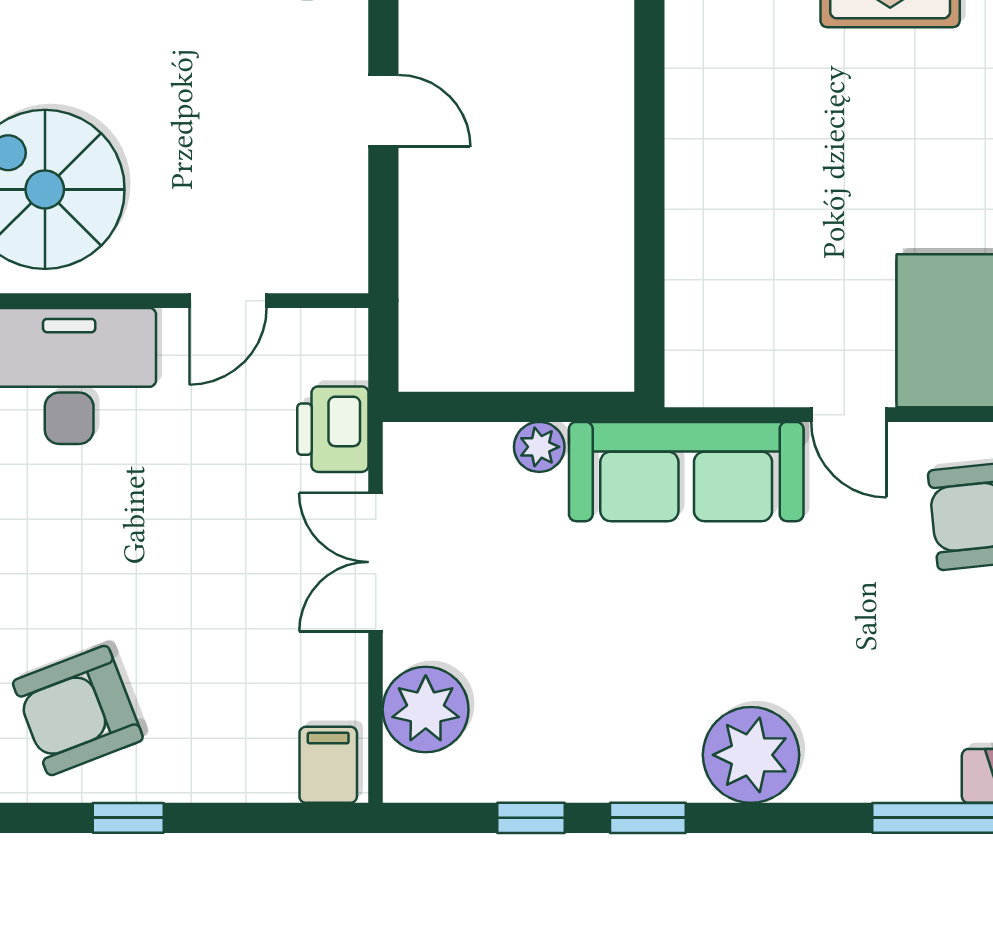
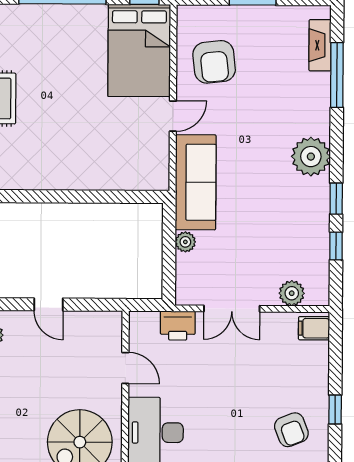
door: (383, 111) -> (49, 304), swing flipped
plant: (426, 709) -> (292, 293), width x0.73, depth x0.73
armchair: (78, 710) -> (291, 430), width x0.72, depth x0.72

